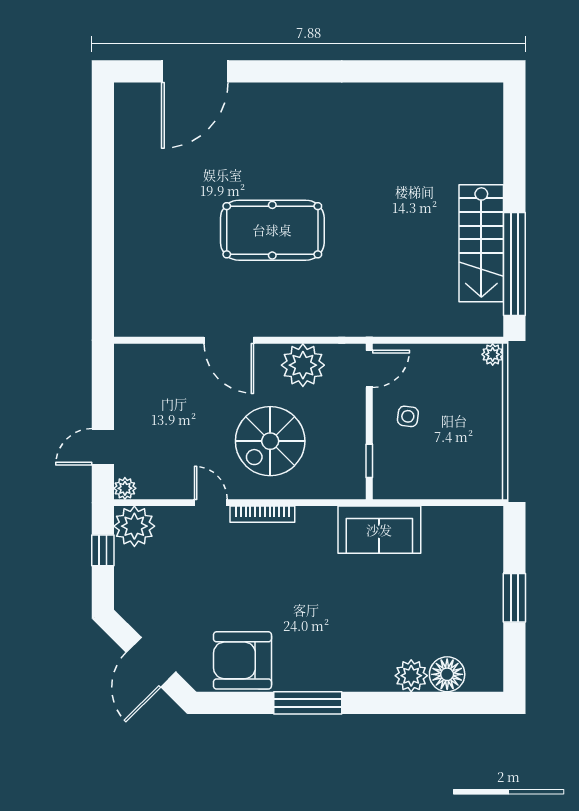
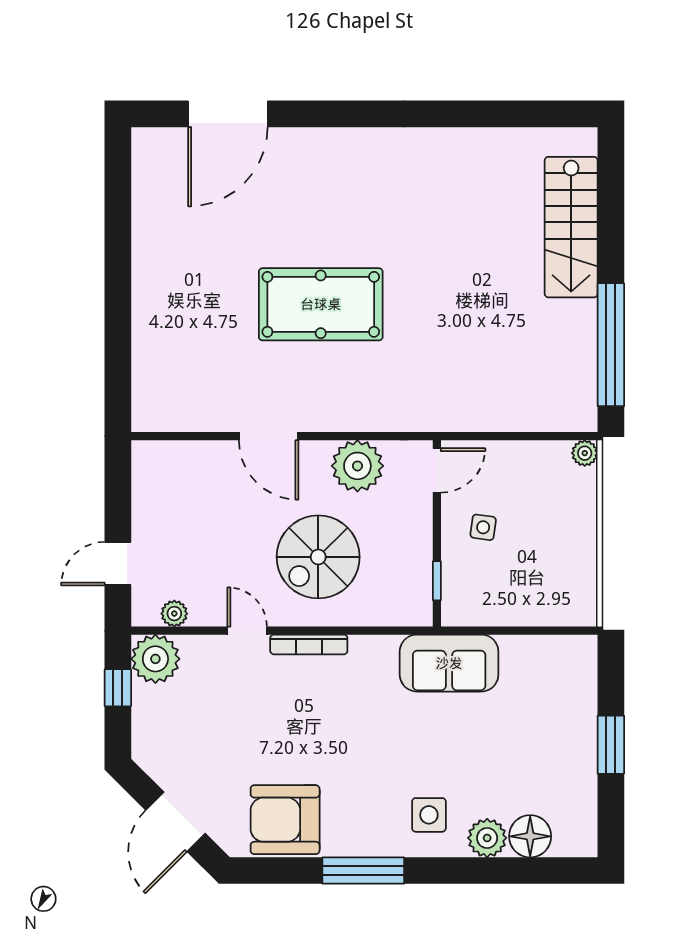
stairs: (481, 243) -> (571, 227), moved
plant: (125, 488) -> (174, 614), moved
side table: (363, 656) -> (429, 815), added

